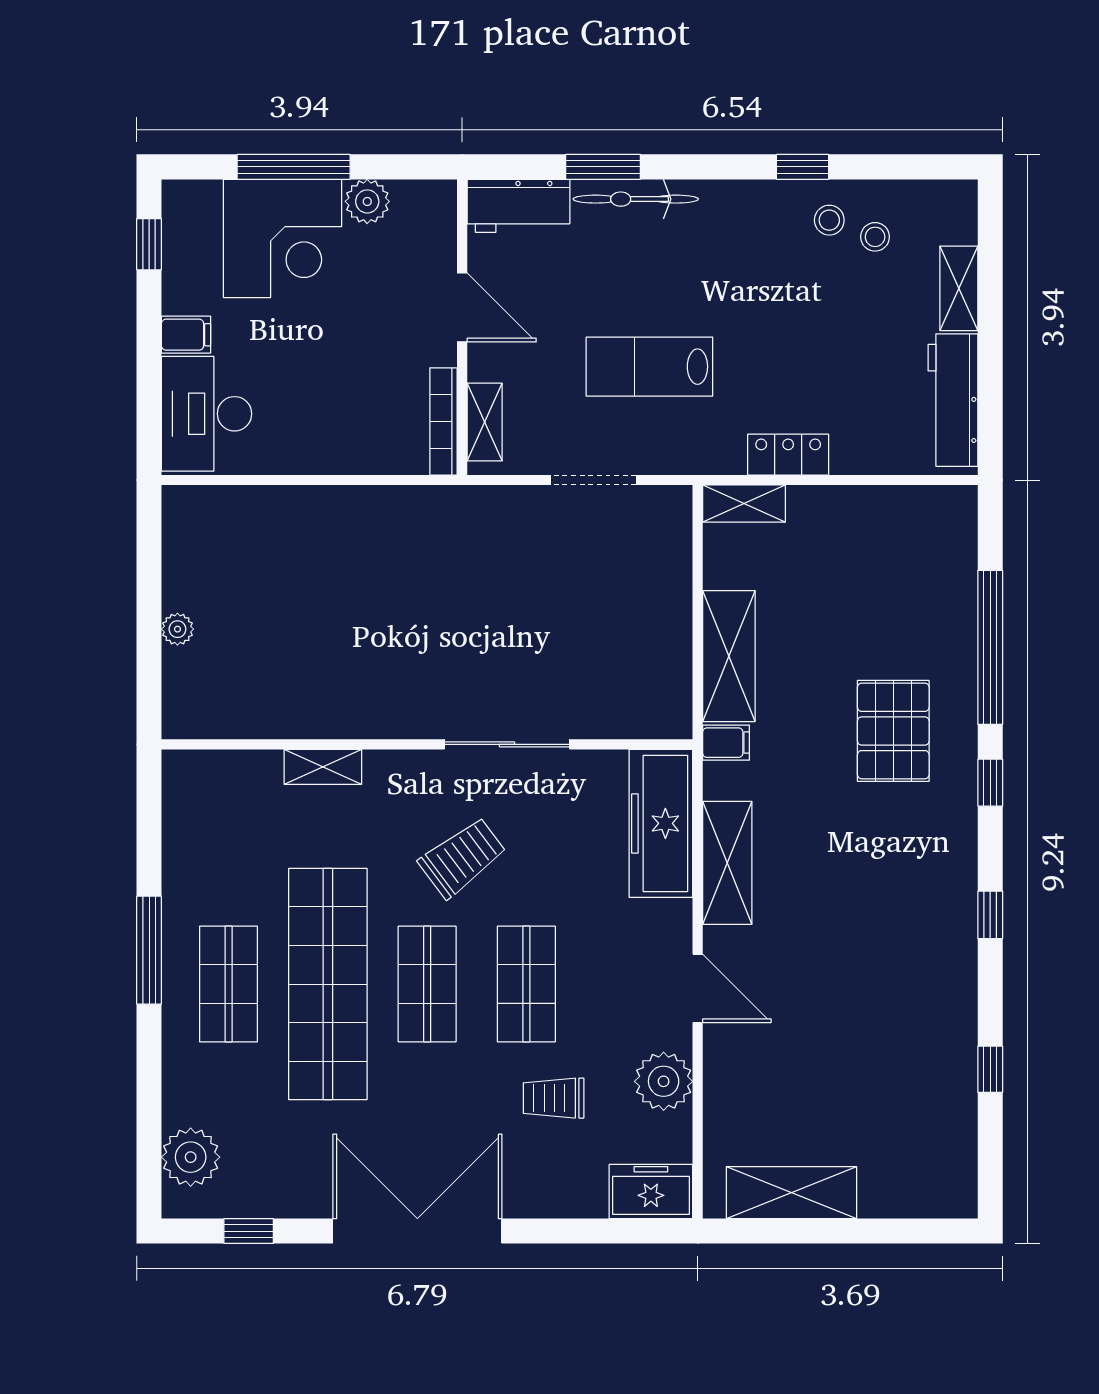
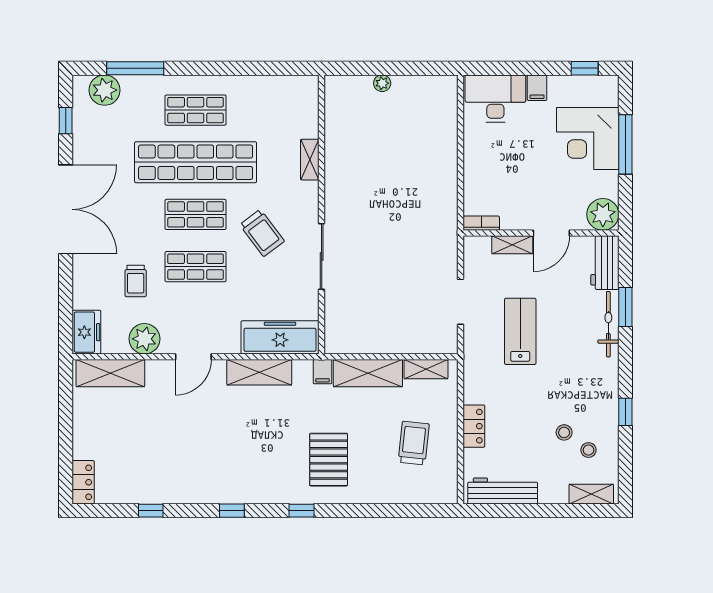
plant: (367, 201) -> (603, 214), moved, width x1.36, depth x1.36
stool: (829, 220) -> (564, 432), moved
shelving: (959, 288) -> (591, 494), moved
bookcase: (444, 421) -> (481, 223), width x0.64
shelving: (485, 422) -> (512, 245), moved
locker: (788, 455) -> (474, 426), moved
shelving: (744, 504) -> (426, 369), moved, turned 90
trolley: (862, 569) -> (414, 443), added
window: (990, 647) -> (373, 511), removed
pallet: (893, 731) -> (329, 460), turned 90
window: (149, 950) -> (135, 68), moved
trolley: (554, 1098) -> (136, 281), turned 180
shelving: (791, 1193) -> (110, 373), moved, turned 90
locker: (936, 1198) -> (83, 482), added

